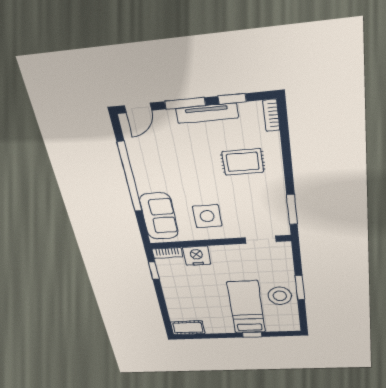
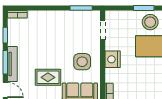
tv unit: (207, 113) -> (12, 64), moved
rug: (243, 162) -> (48, 77), moved, turned 90
nightstand: (197, 256) -> (113, 59), moved

